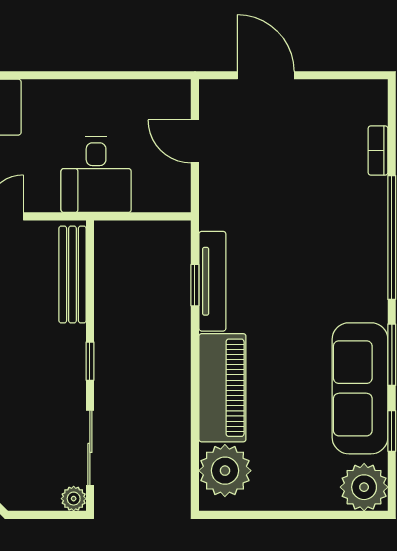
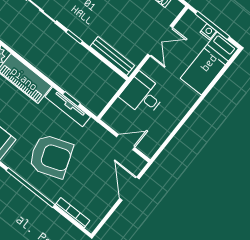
door: (266, 75) -> (129, 189), swing flipped
bookcase: (378, 151) -> (72, 213), width x1.56
armchair: (314, 245) -> (51, 156), added

